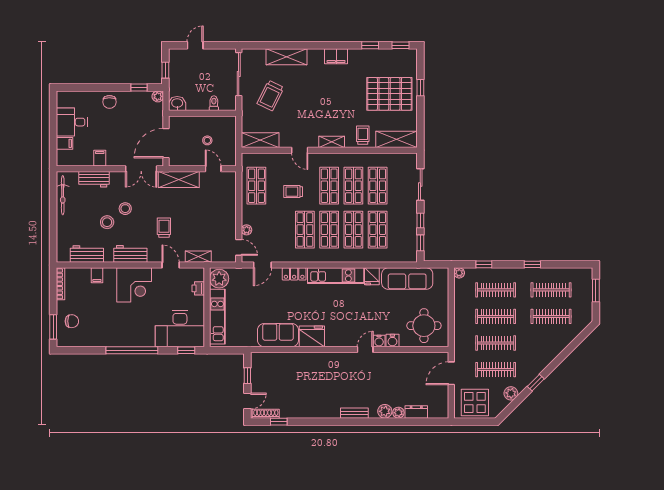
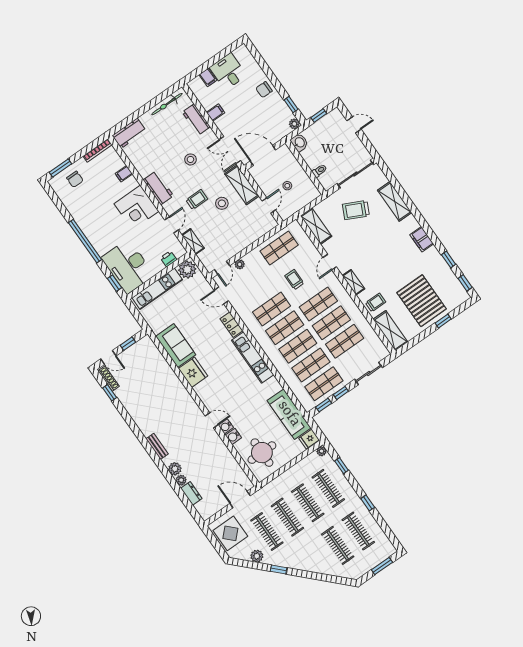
stool: (107, 222) -> (222, 203), moved
shop shelf: (402, 230) -> (324, 384), added
workbench: (87, 254) -> (129, 133), moved, turned 90
fridge: (372, 276) -> (309, 439), moved

